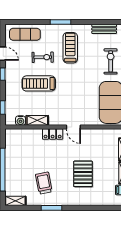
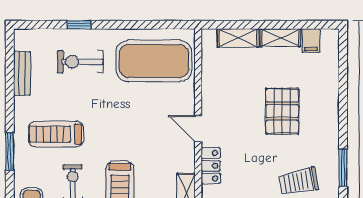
door: (73, 127) -> (198, 128), swing flipped
pallet: (83, 174) -> (282, 111), turned 90

